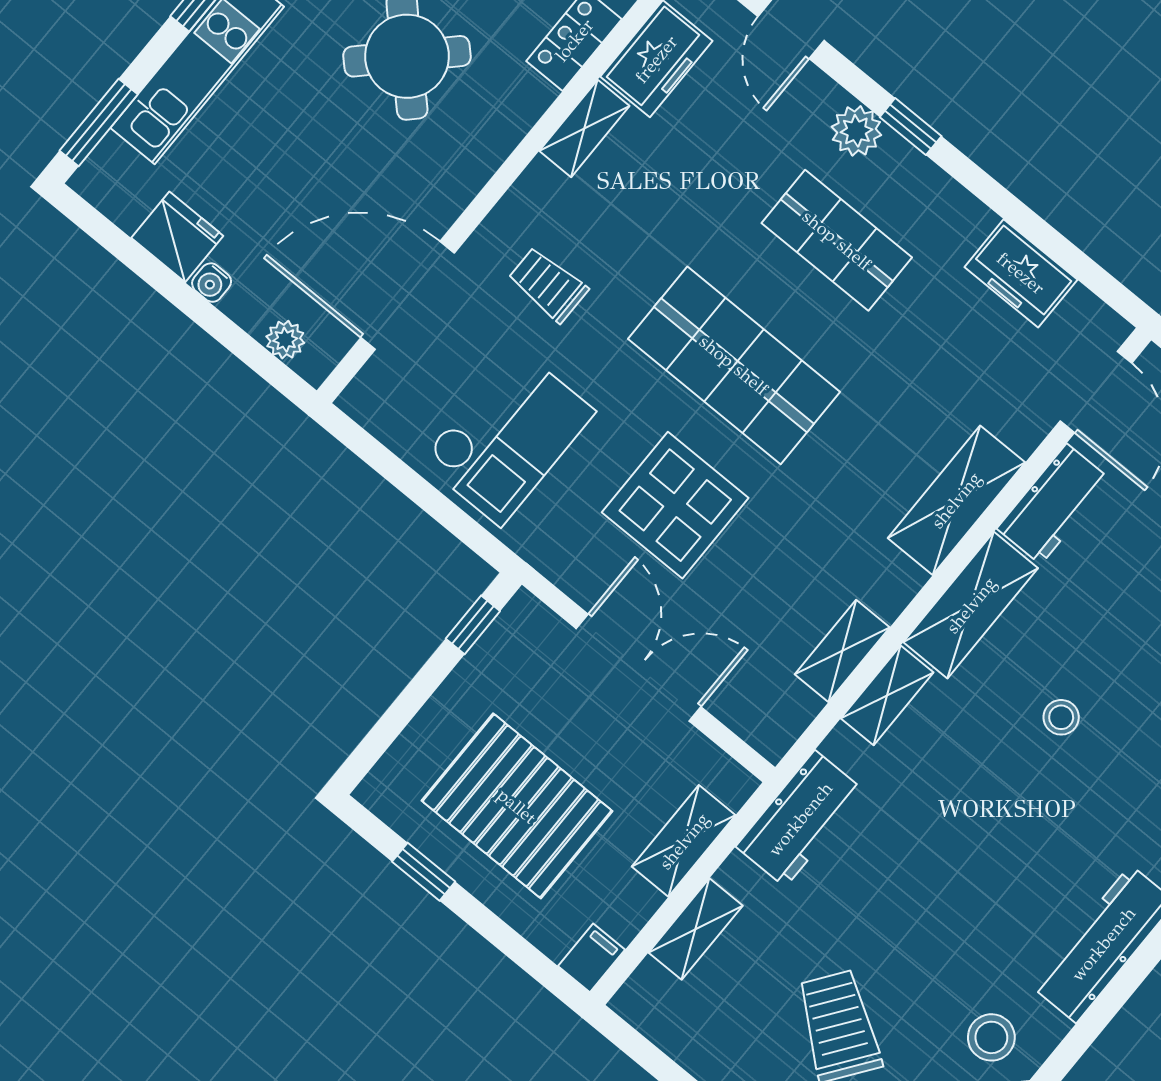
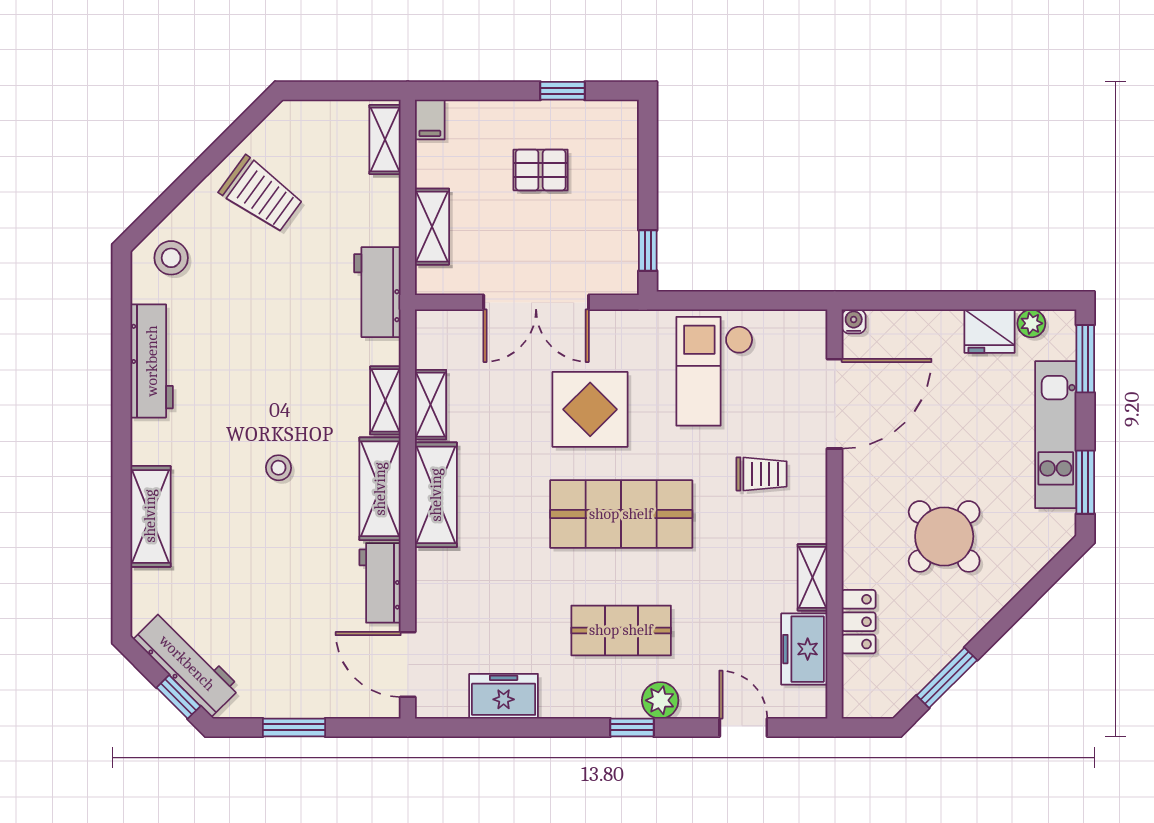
water cooler: (212, 283) -> (854, 321), moved
plant: (285, 340) -> (1031, 323), moved
shelving: (956, 500) -> (436, 495), moved
pallet: (517, 806) -> (541, 170), width x0.49, depth x0.50
shelving: (696, 929) -> (385, 140), moved

